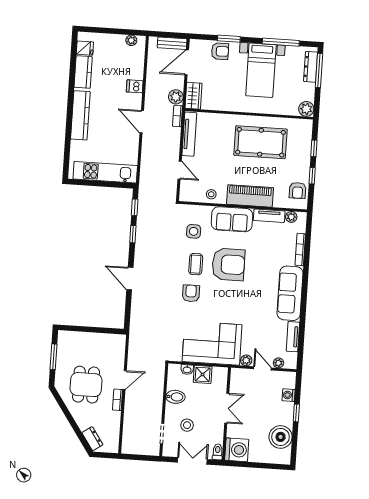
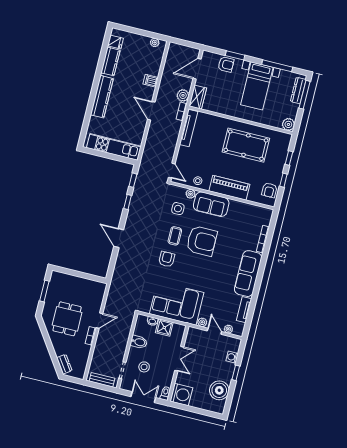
bench: (172, 43) -> (102, 380), moved
door: (180, 170) -> (172, 171), moved
tv unit: (269, 216) -> (242, 207), removed
plant: (291, 217) -> (191, 194), moved

